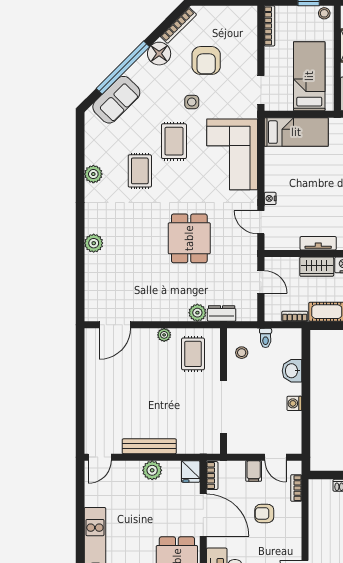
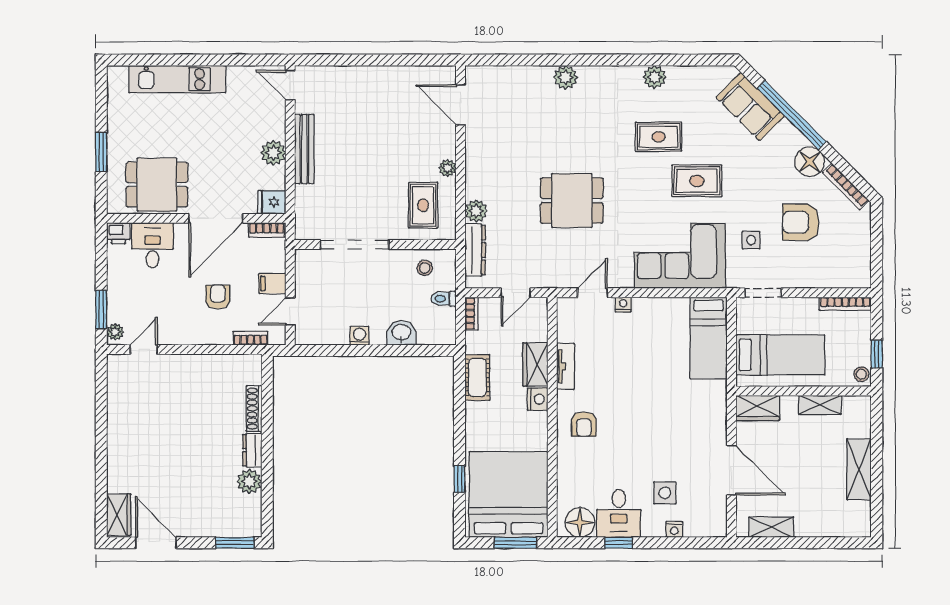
side table: (192, 102) -> (751, 240), moved
dresser: (222, 313) -> (475, 250), width x1.44
bookcase: (295, 316) -> (472, 314), moved
rug: (193, 354) -> (423, 205), turned 90

